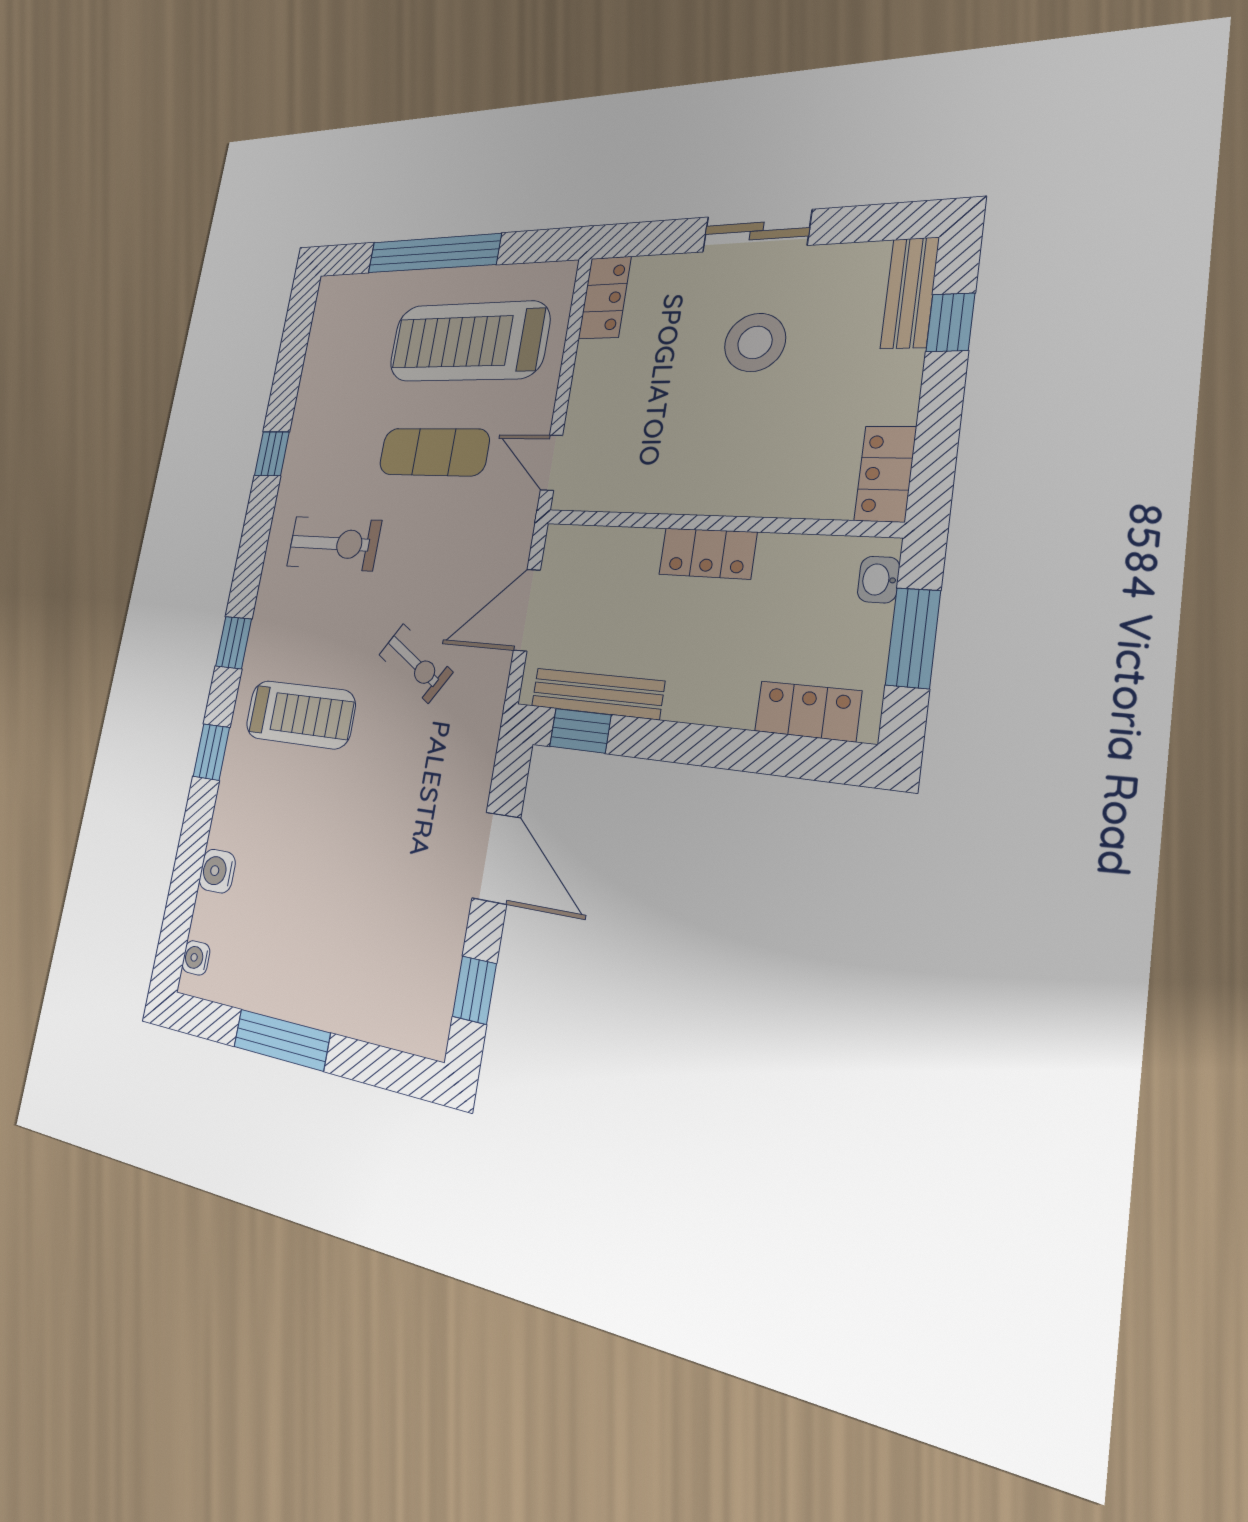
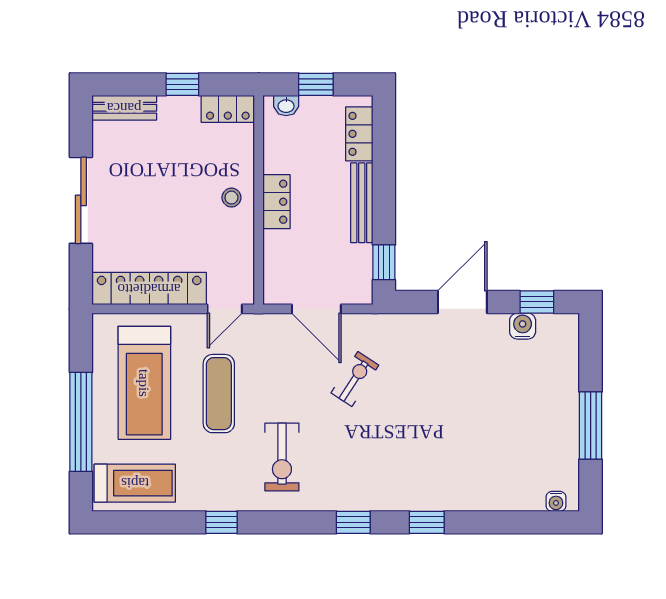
sliding door: (757, 231) -> (81, 200), width x1.37
locker: (605, 298) -> (149, 289), width x2.16, depth x1.21
window: (950, 322) -> (182, 84), moved
stool: (755, 342) -> (231, 198), moved, width x0.53, depth x0.53
exercise bike: (334, 543) -> (282, 457), turned 180
window: (913, 638) -> (316, 84), width x0.67
bench: (597, 694) -> (362, 203), moved
treadmill: (300, 715) -> (135, 483), moved, turned 90
water cooler: (217, 871) -> (523, 326), moved, turned 180

